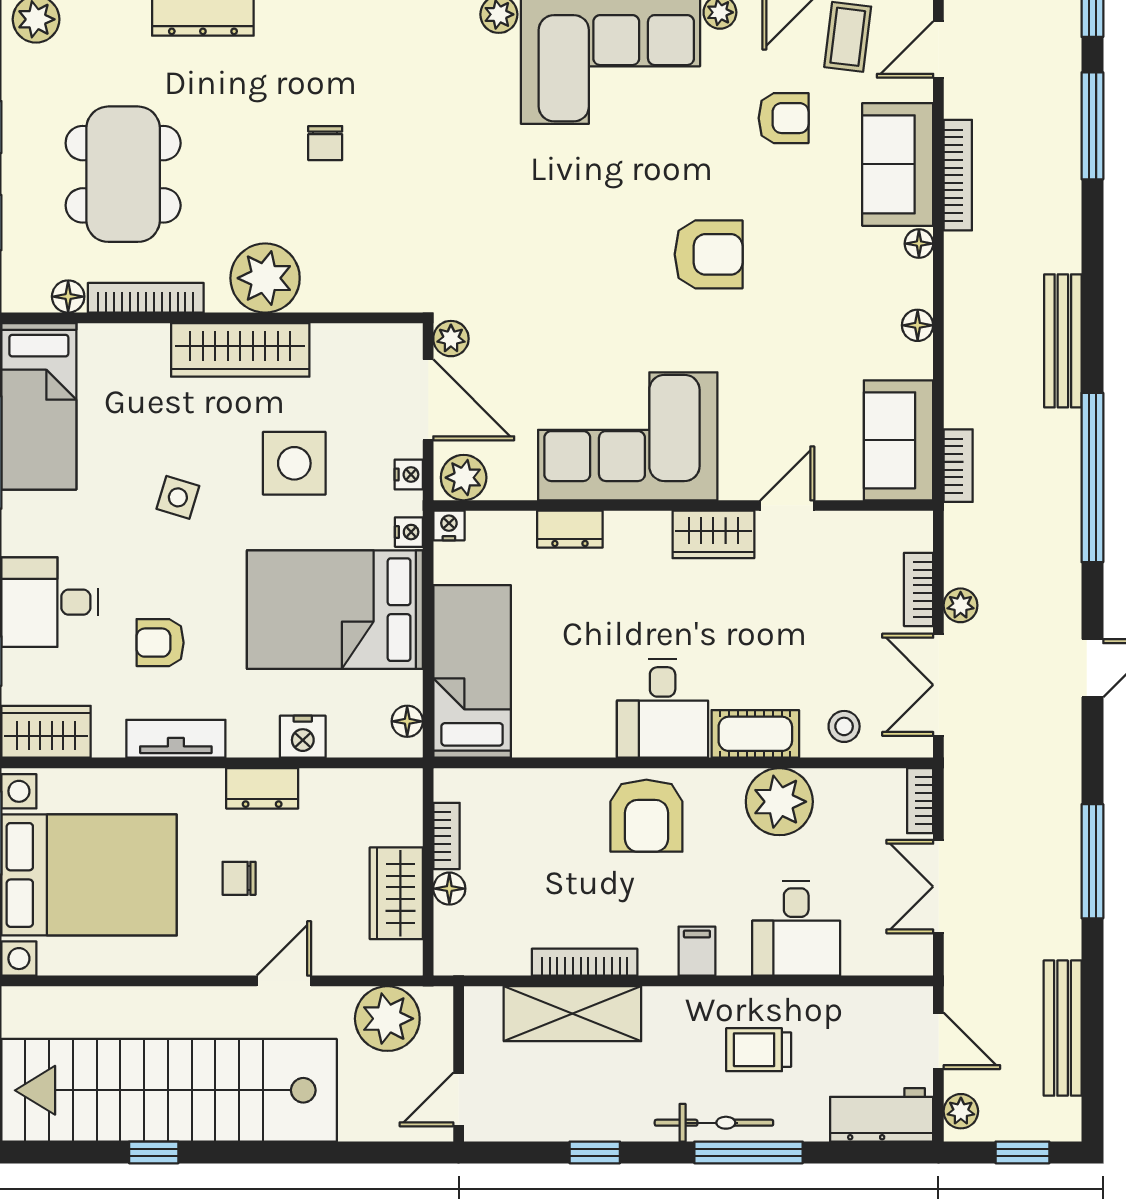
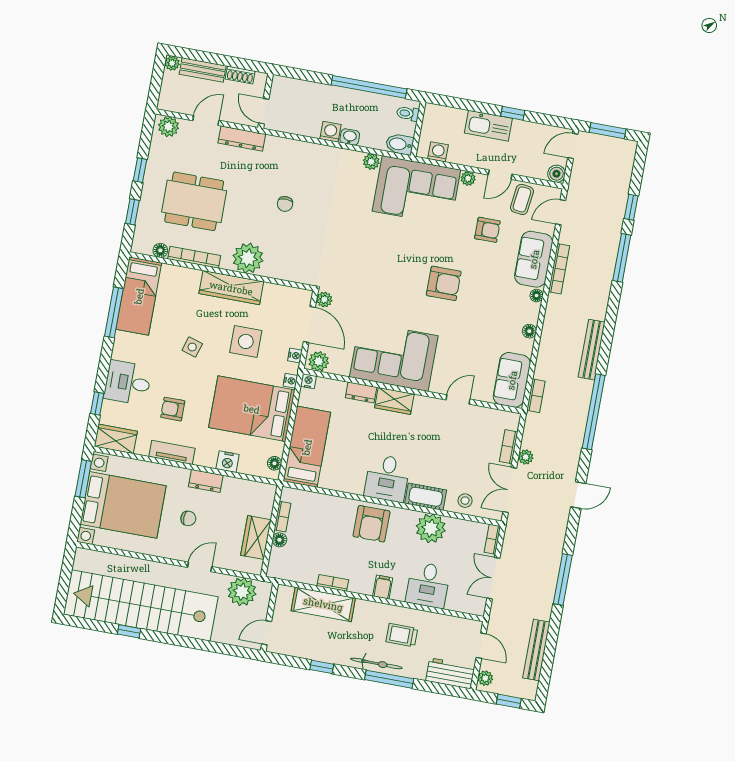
dining table: (123, 174) -> (194, 201), turned 90
wardrobe: (713, 534) -> (394, 401), moved
chair: (239, 878) -> (188, 518), turned 180
bookcase: (585, 962) -> (333, 583), width x0.64

